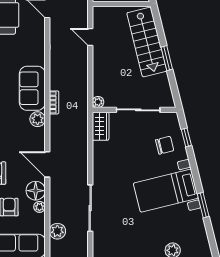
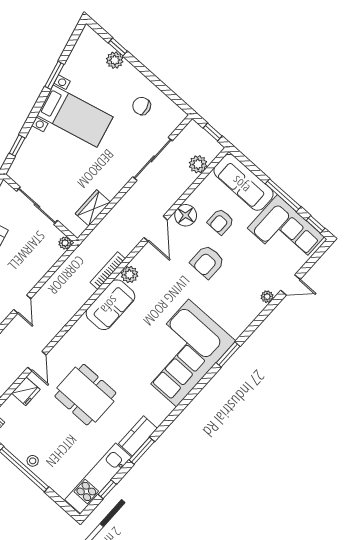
bookcase: (54, 102) -> (108, 271), width x1.56
wardrobe: (101, 126) -> (93, 208), moved
chair: (165, 145) -> (142, 106), moved
plant: (39, 207) -> (195, 198), removed

